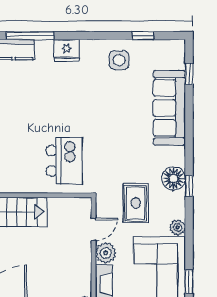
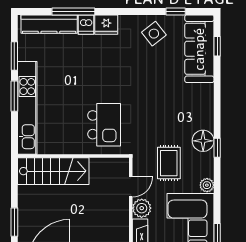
dishwasher: (44, 50) -> (86, 25), added
side table: (119, 60) -> (154, 34), turned -38
sofa: (169, 108) -> (199, 49), moved

